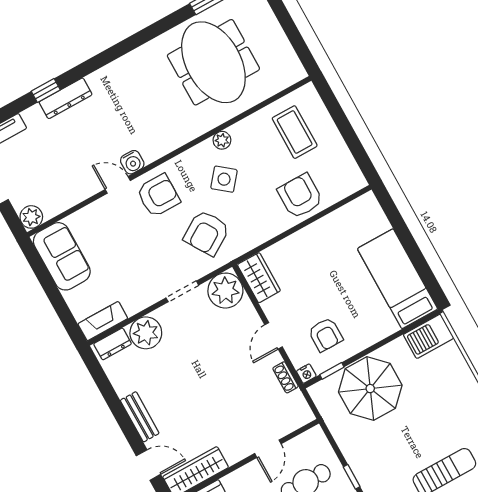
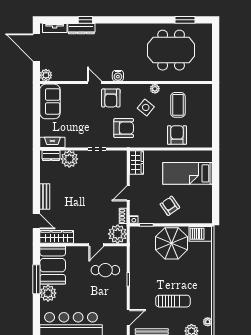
meeting table: (213, 62) -> (171, 50), turned 90
dresser: (66, 98) -> (81, 29), moved
coffee table: (295, 132) -> (178, 105), moved
water cooler: (132, 162) -> (118, 76), moved
armchair: (158, 195) -> (111, 98), turned 90
armchair: (207, 233) -> (124, 128), turned -148
bed: (398, 279) -> (187, 173), moved, turned -90
plant: (225, 291) -> (118, 234), moved
armchair: (325, 335) -> (170, 206), moved, turned 145
parasol: (370, 389) -> (172, 243), moved

